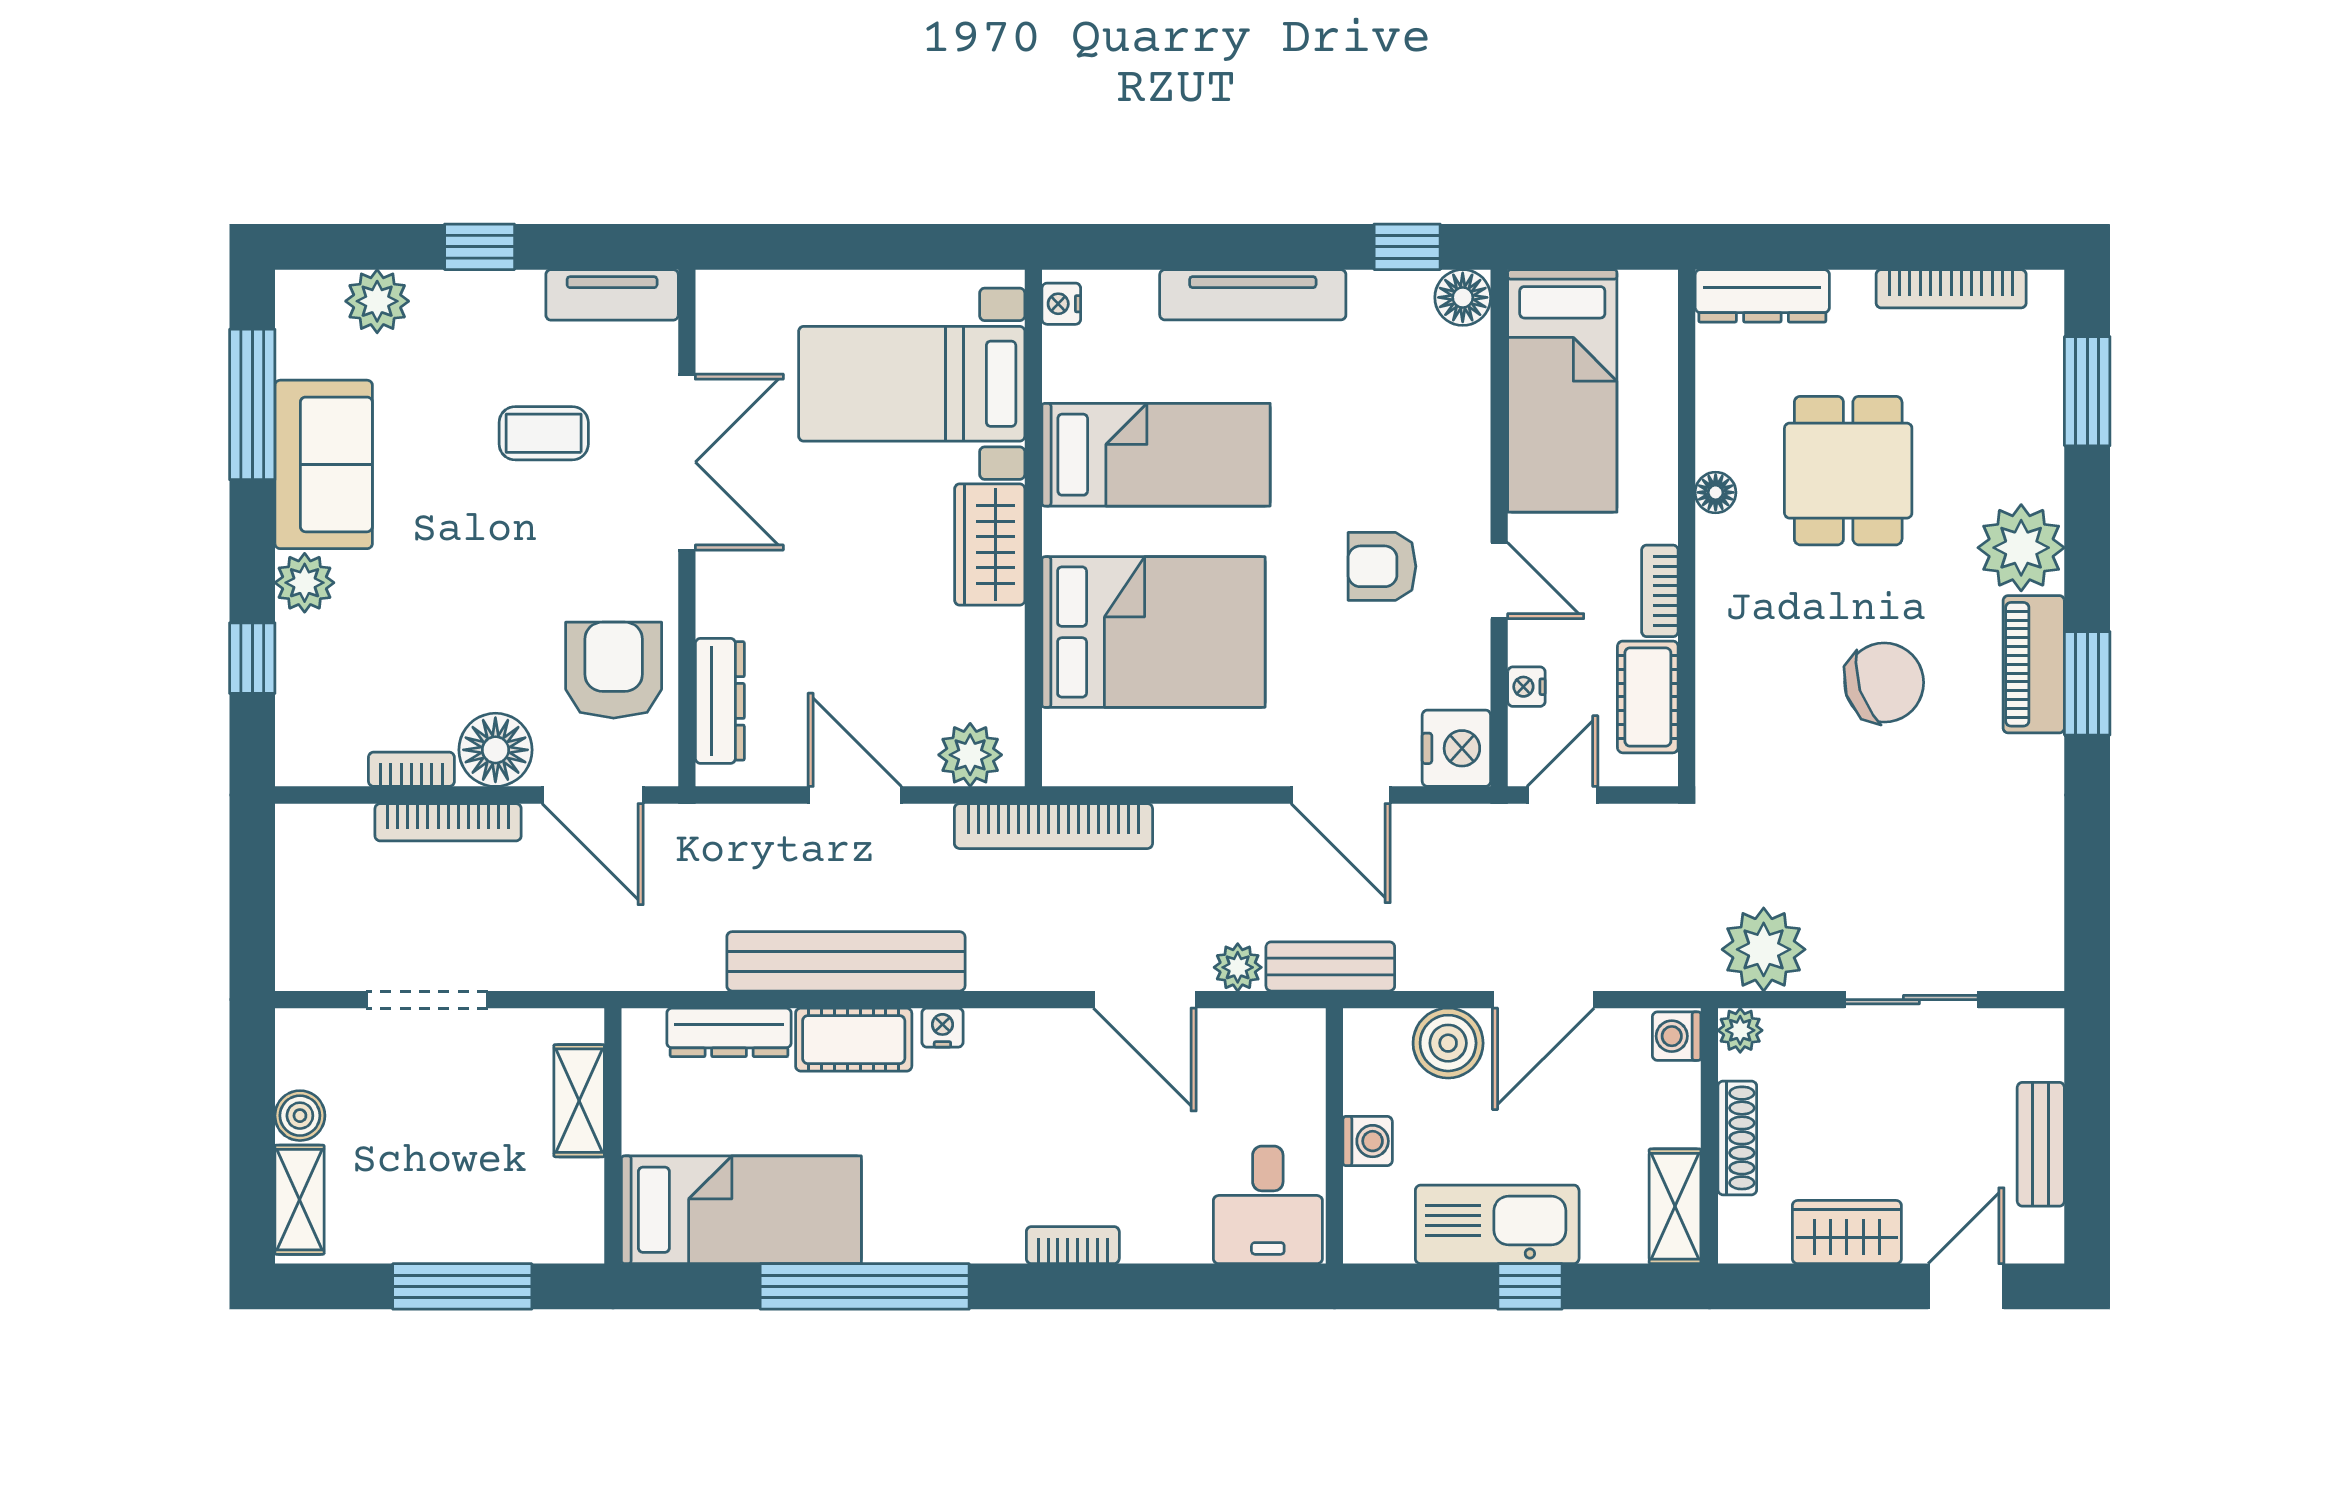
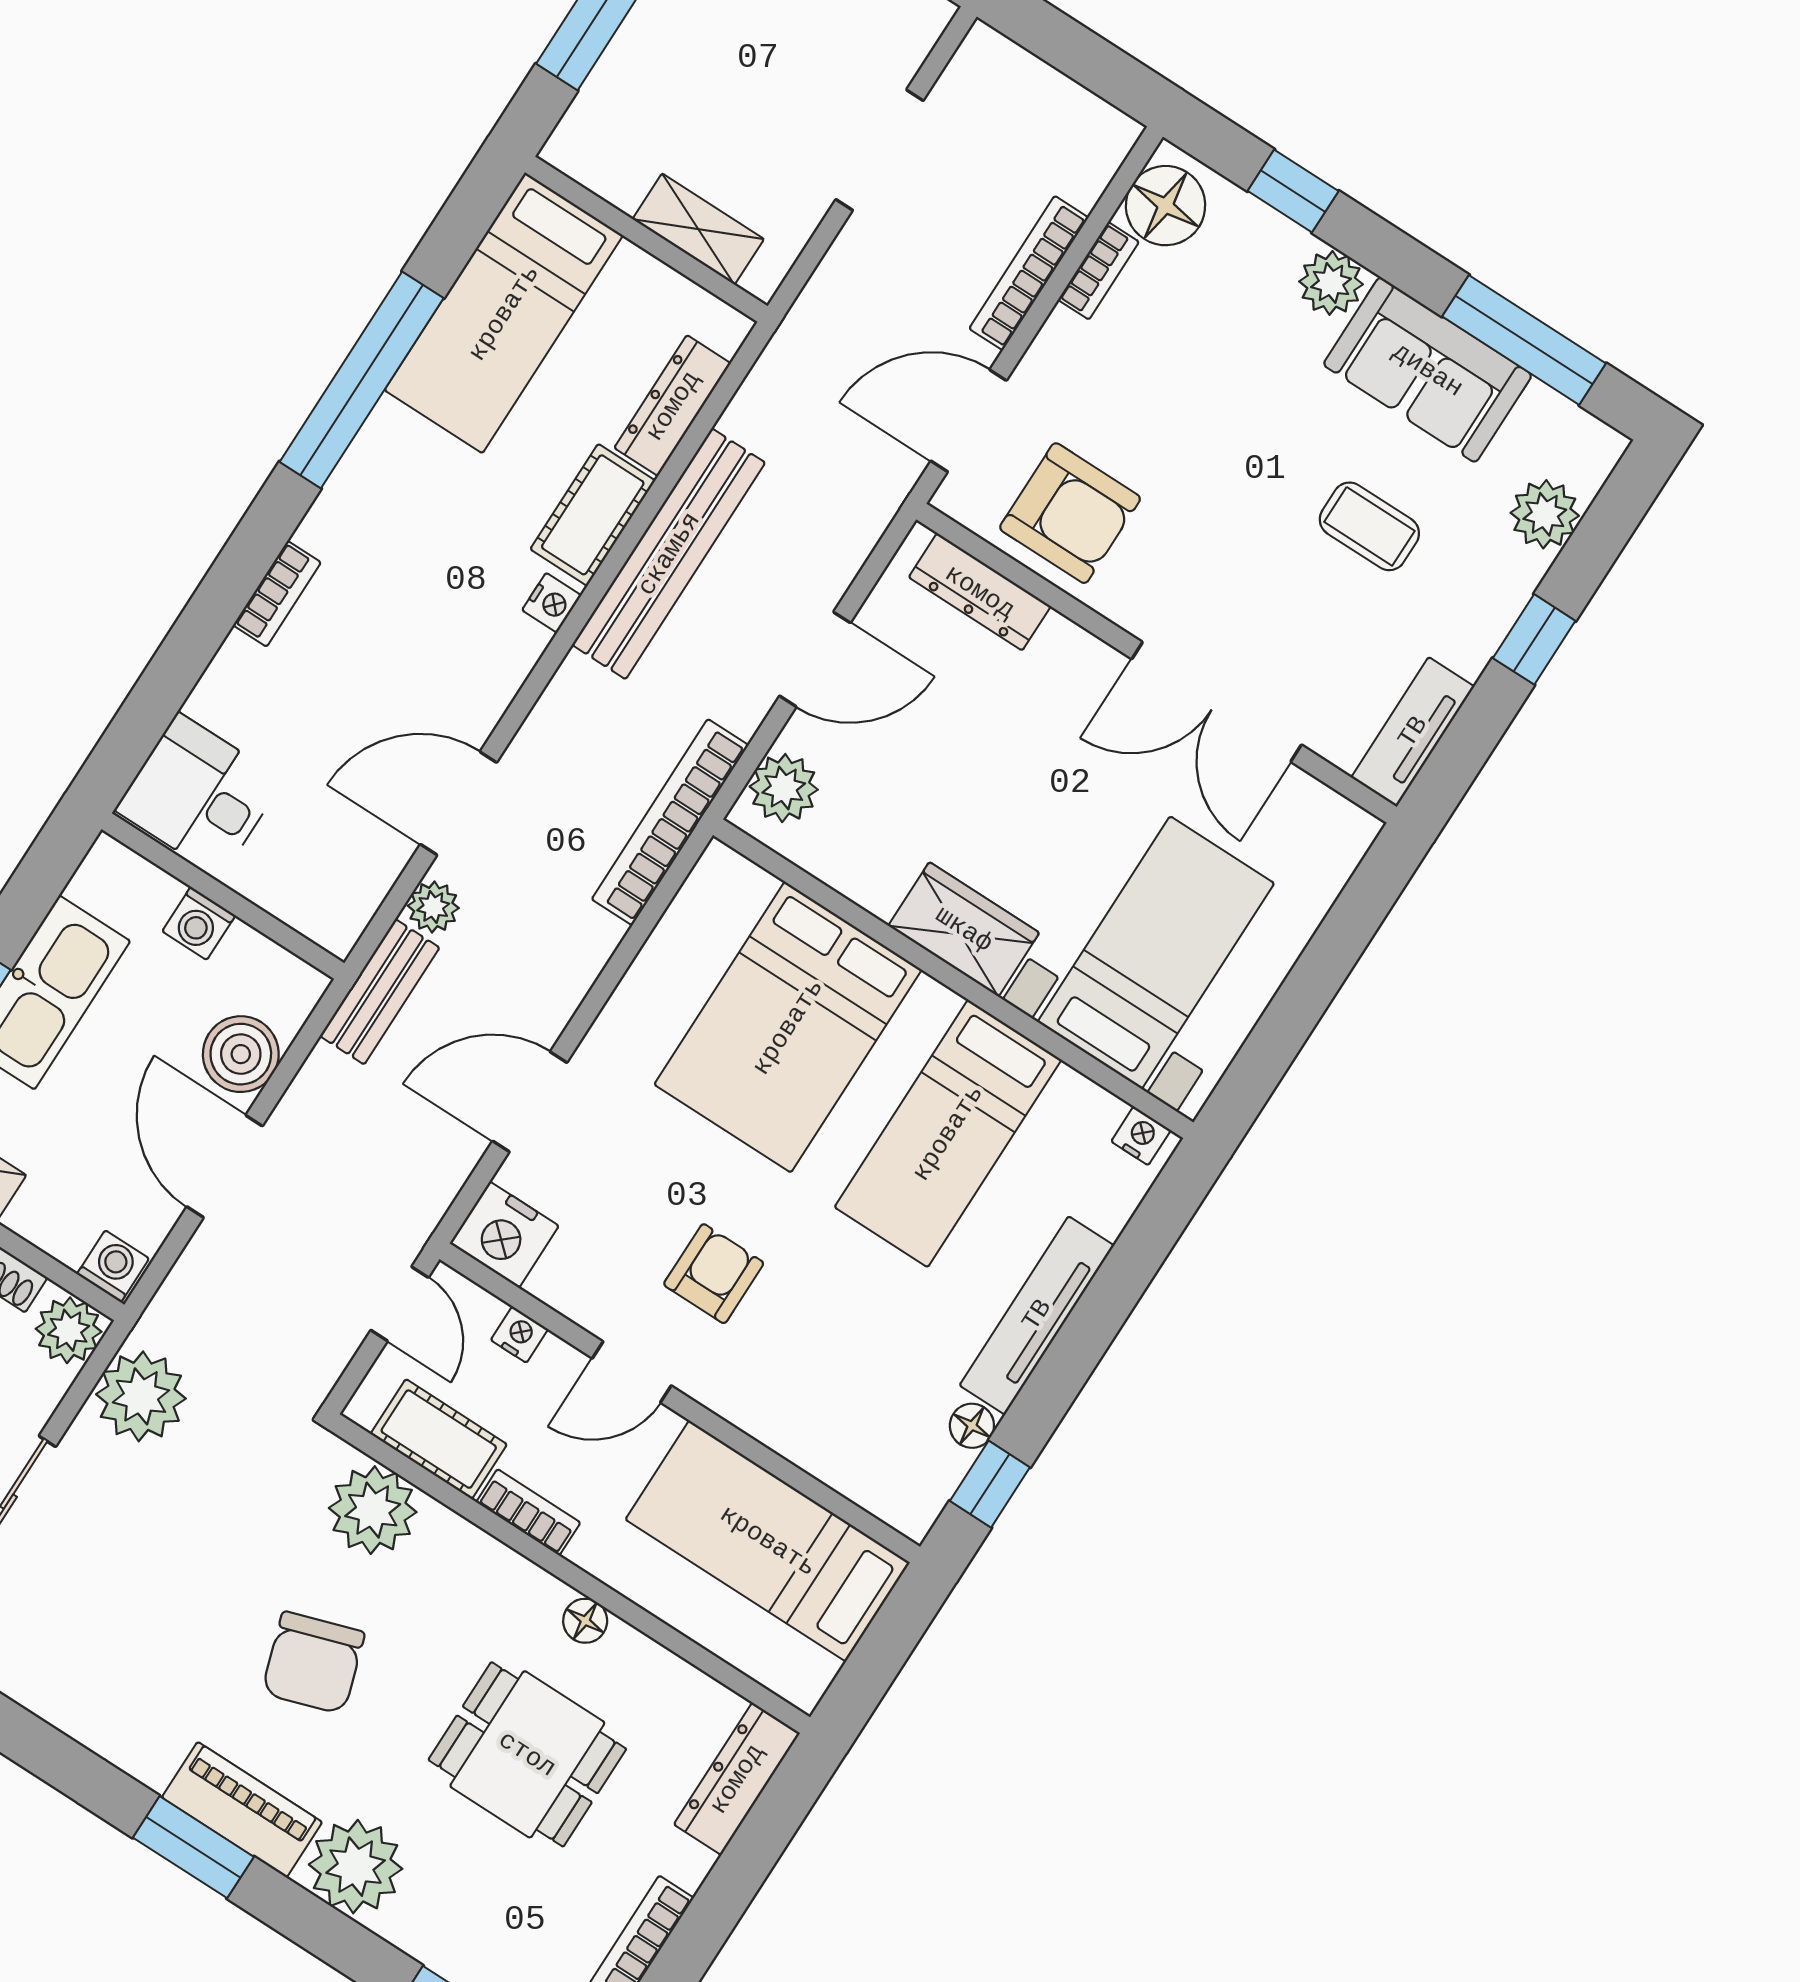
floor lamp: (1463, 297) -> (972, 1426), moved, width x0.73, depth x0.73
coffee table: (544, 433) -> (1369, 526), moved, turned 90
plant: (1736, 713) -> (373, 1510), added
floor lamp: (495, 750) -> (1166, 206), moved
plant: (1740, 1030) -> (69, 1330), width x1.38, depth x1.38

